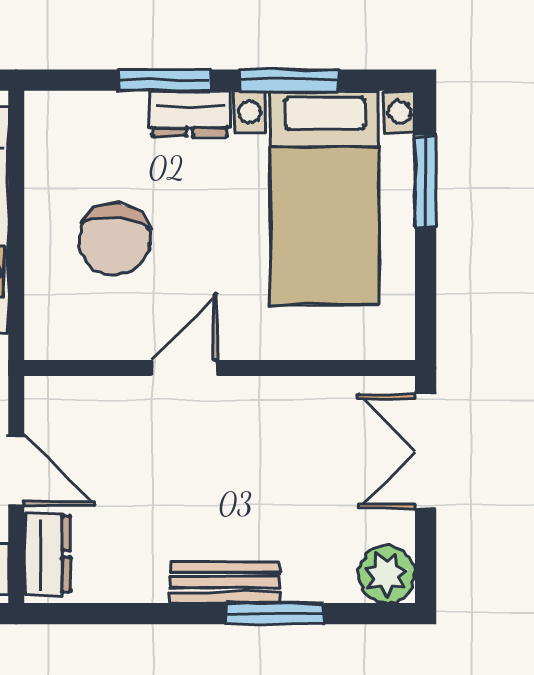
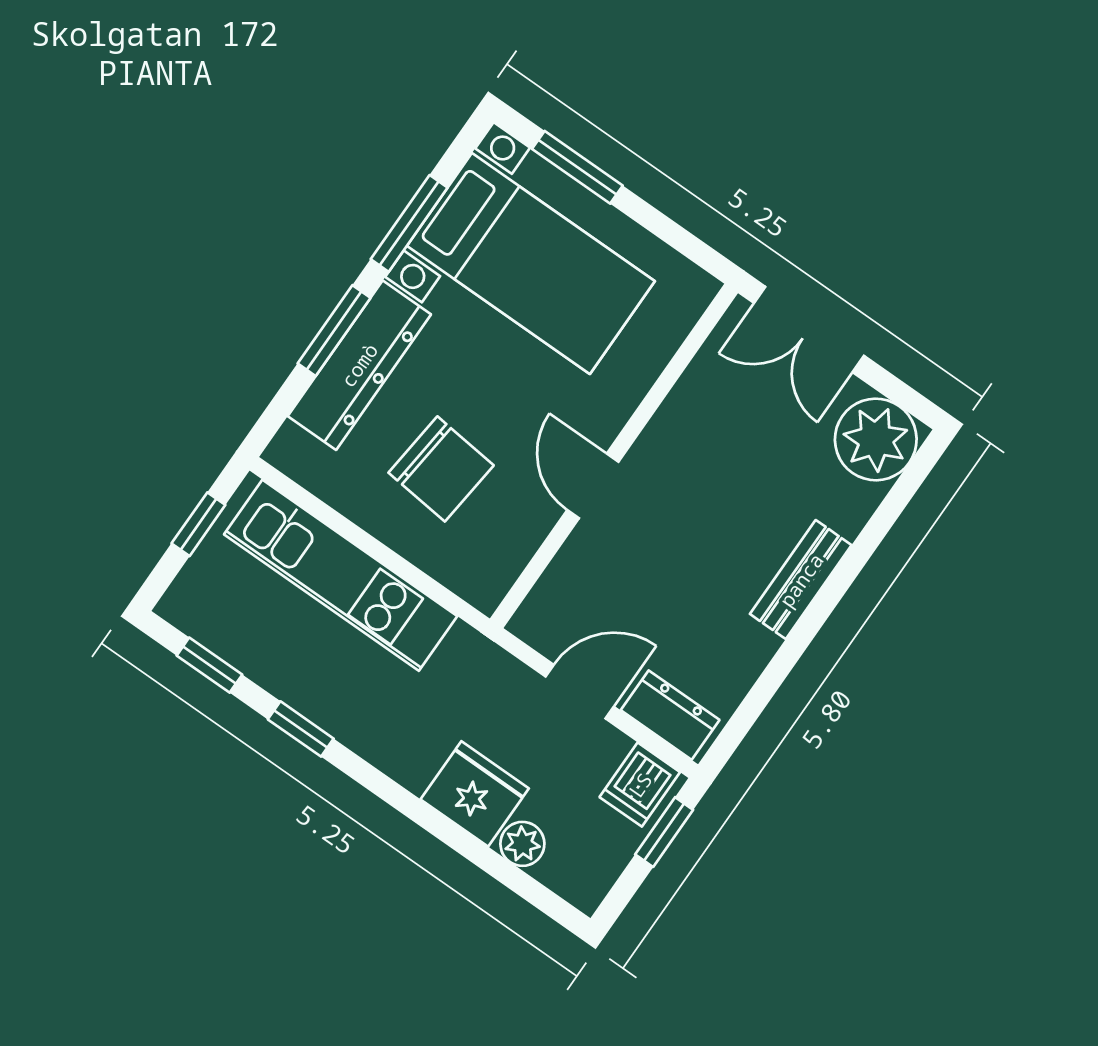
dresser: (190, 113) -> (359, 365), width x1.96, depth x1.24
plant: (386, 574) -> (876, 439), width x1.36, depth x1.36
window: (275, 614) -> (858, 556), removed

